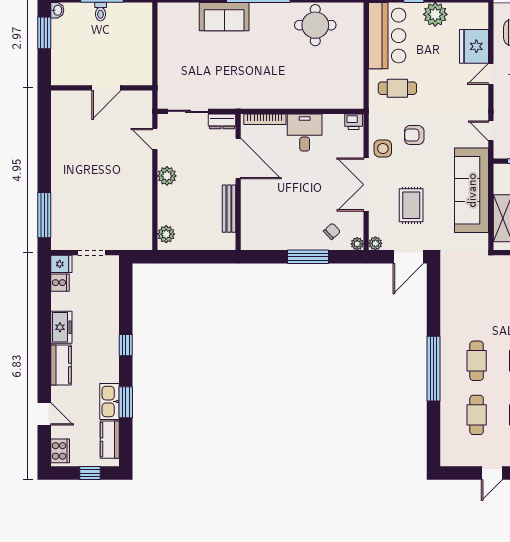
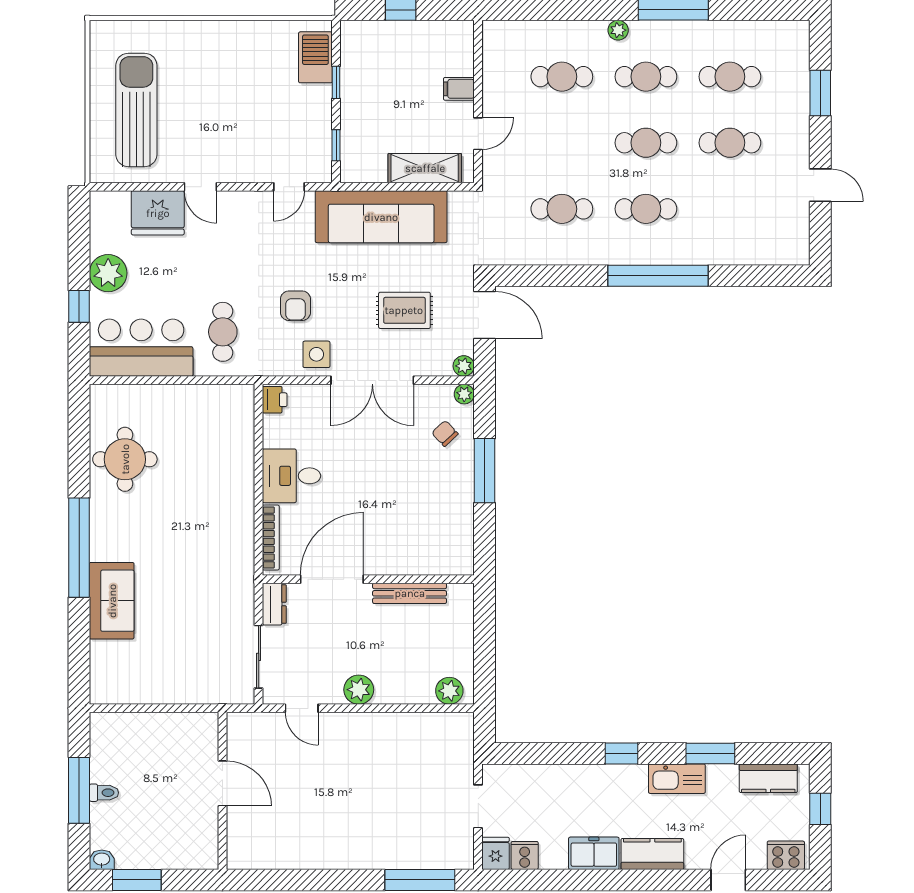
door: (155, 139) -> (302, 708), hinge flipped
kitchen sink: (110, 401) -> (677, 779), moved
cafe table: (477, 415) -> (562, 209), moved

